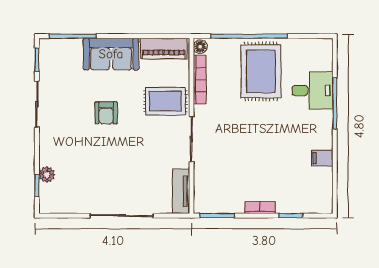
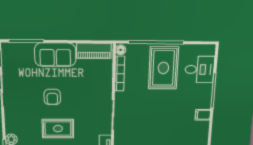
desk: (312, 90) -> (200, 70), moved
rug: (165, 101) -> (58, 129), moved
filing cabinet: (322, 158) -> (203, 115), moved

